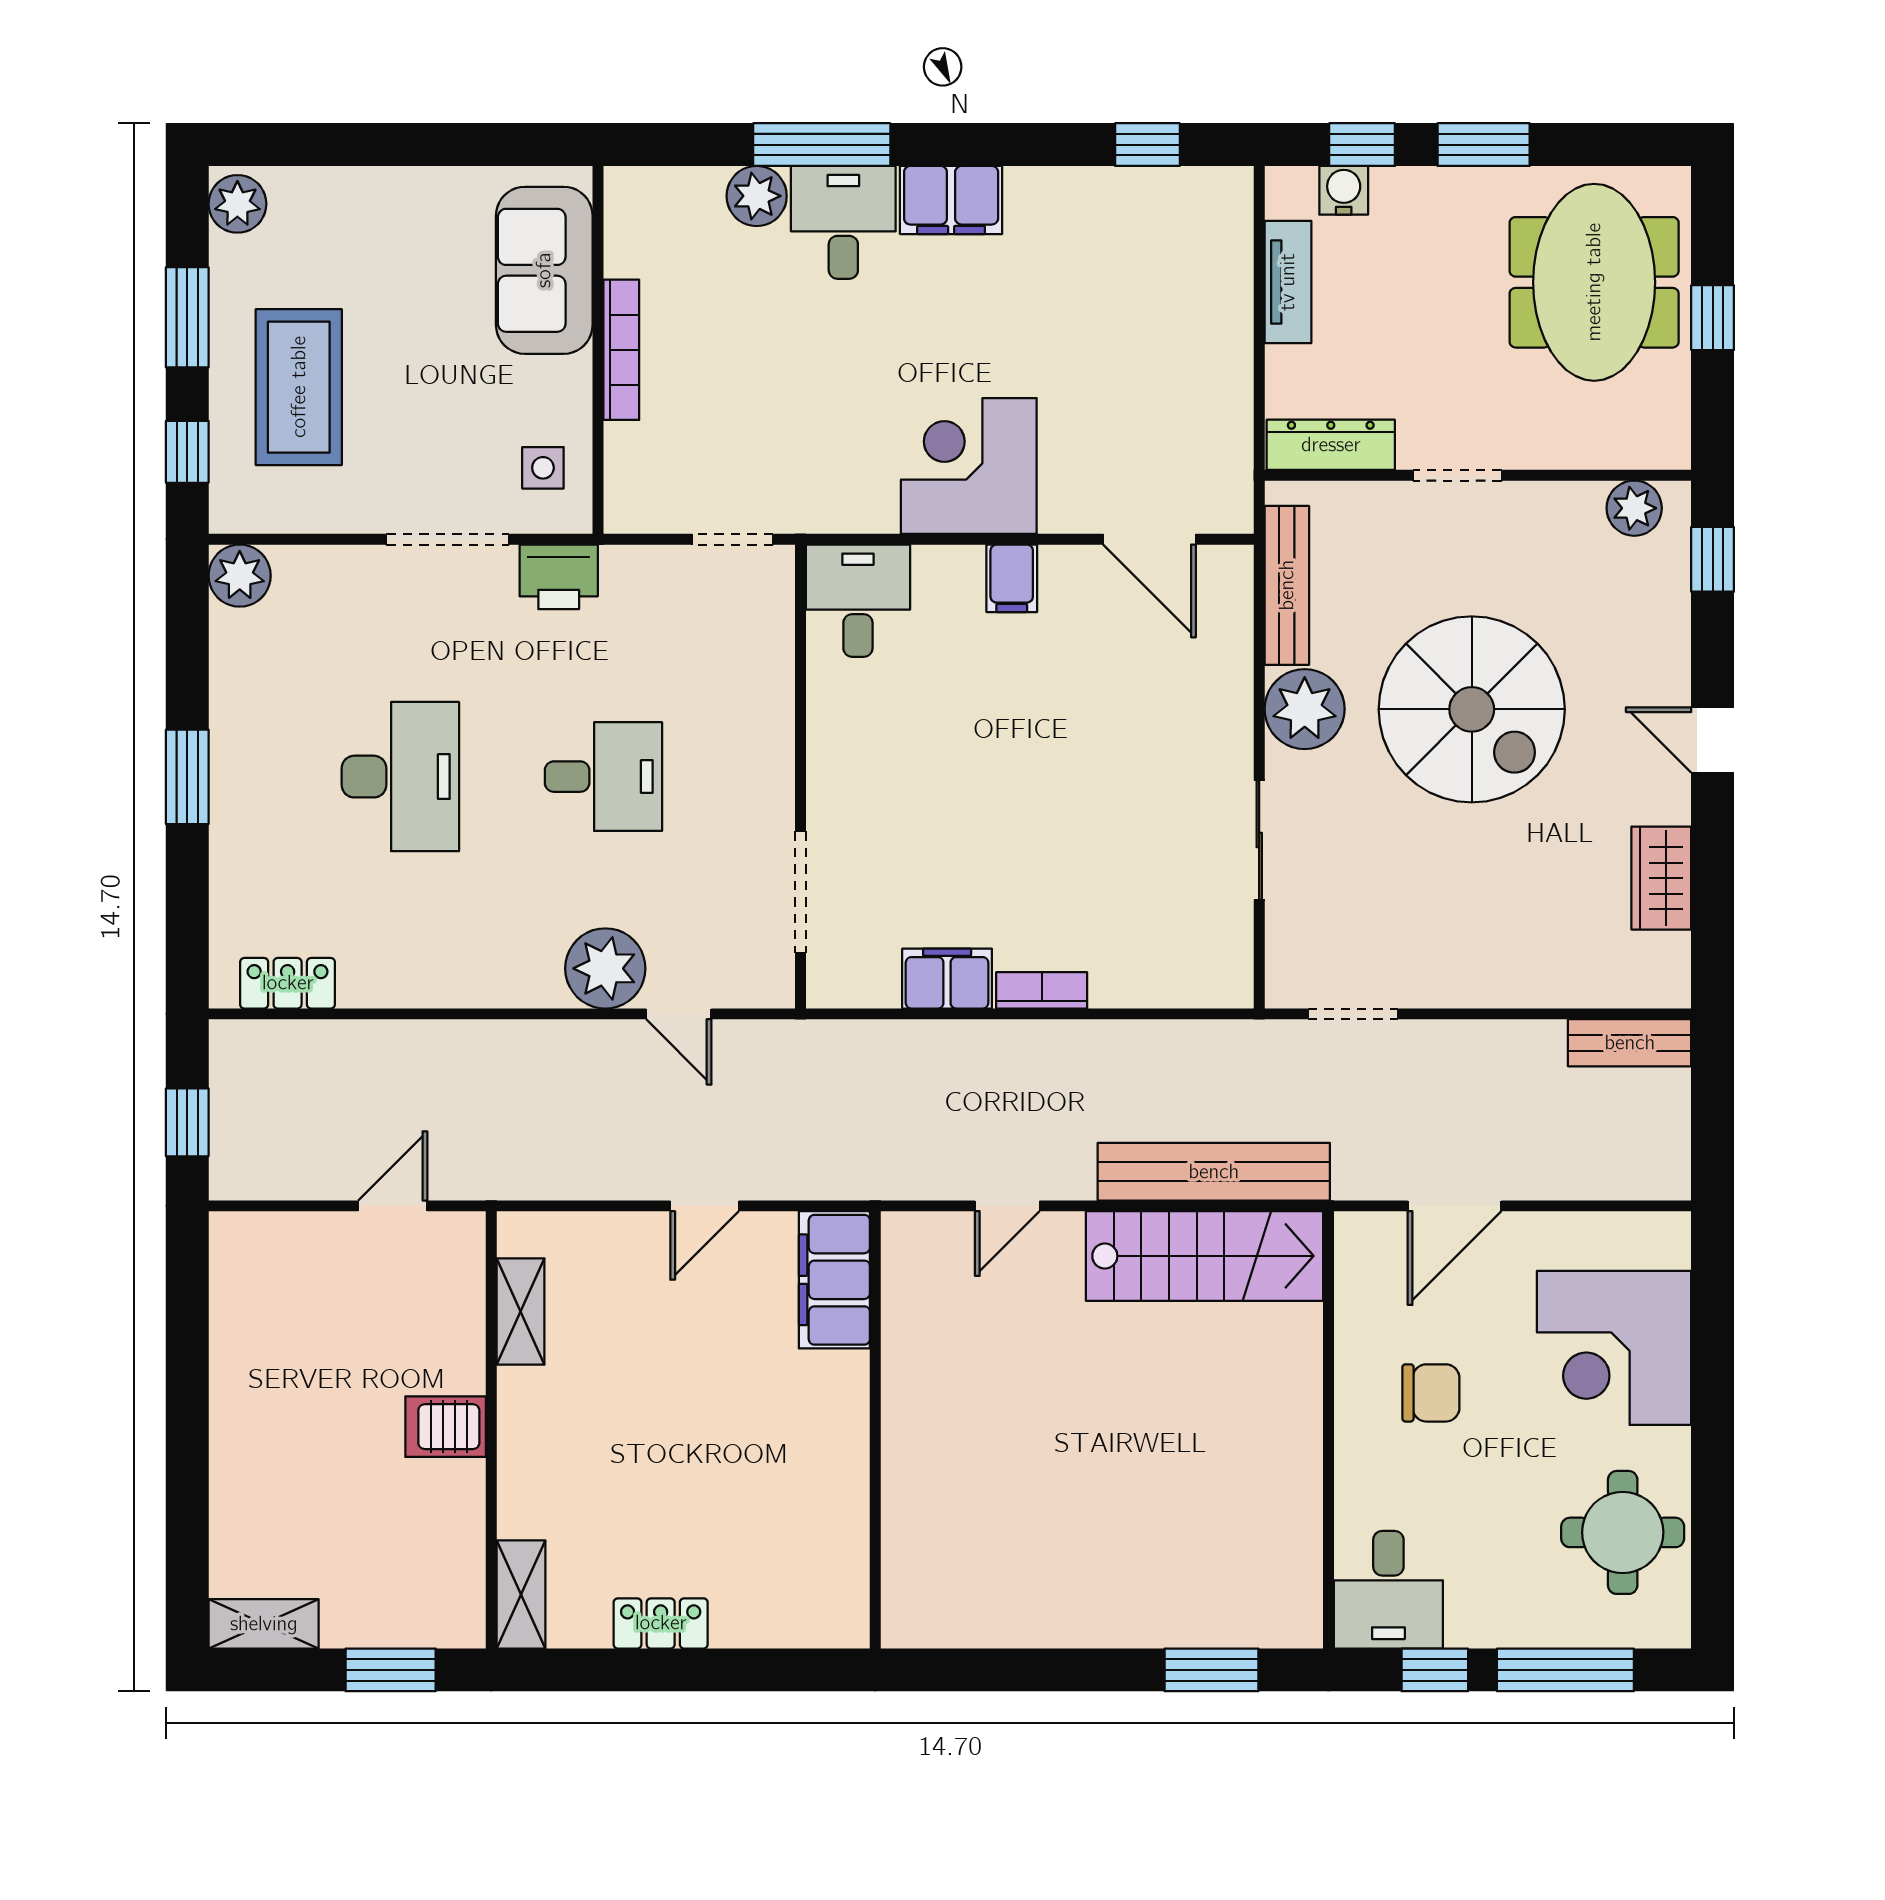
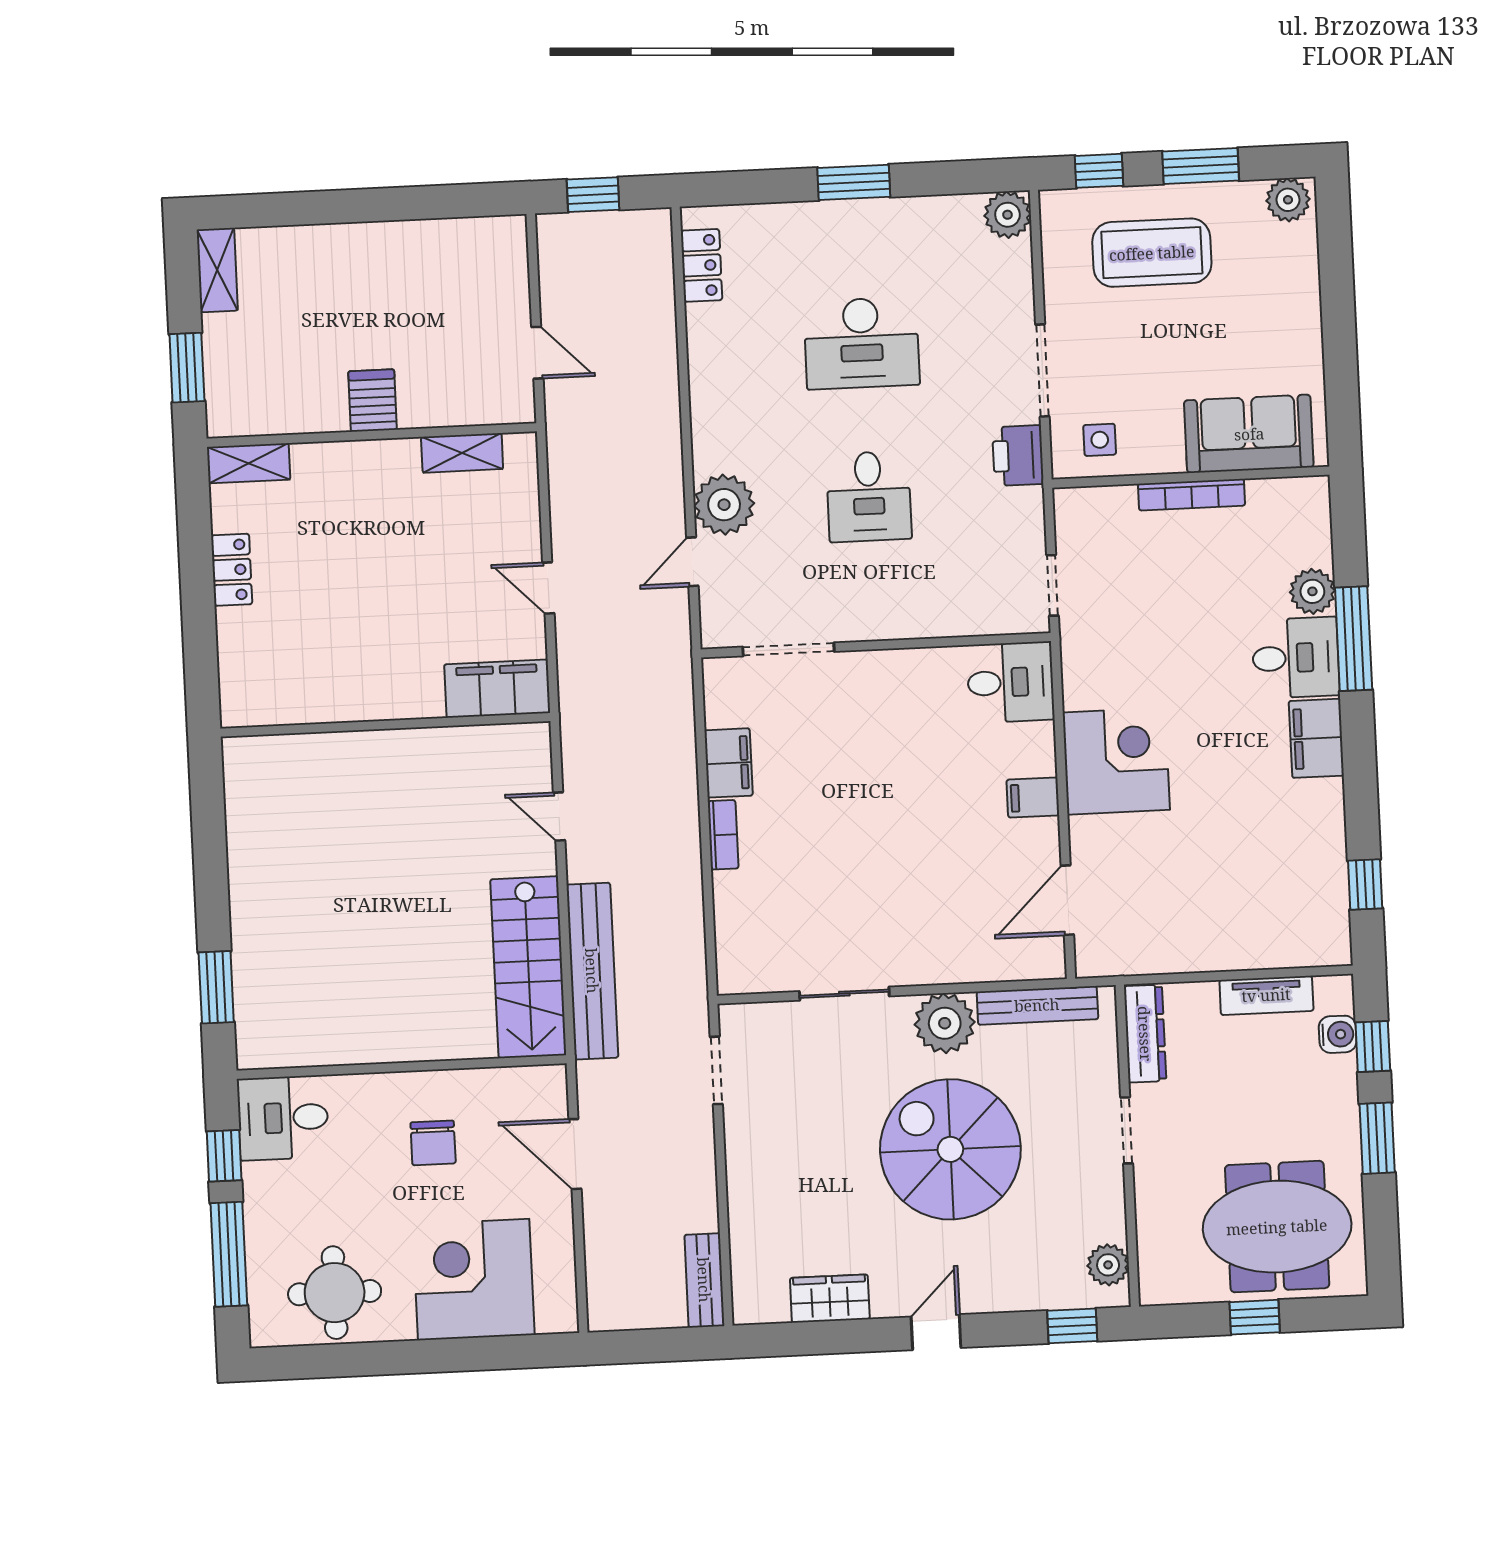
spiral stairs: (1472, 709) -> (950, 1149), turned 90

